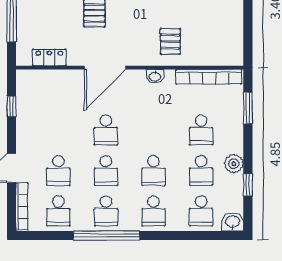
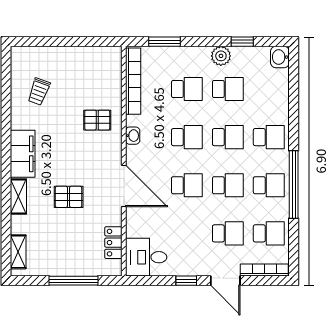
desk: (35, 90) -> (146, 257), added
window: (12, 106) -> (186, 281), moved
school desk: (201, 211) -> (187, 137), moved

